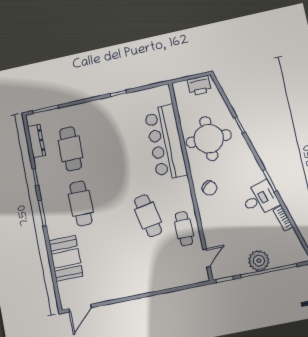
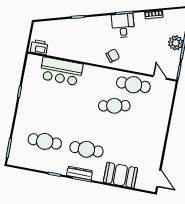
printer: (199, 86) -> (39, 47), moved, turned -90
round table: (209, 139) -> (78, 42), removed
dresser: (37, 141) -> (80, 173), moved
bar counter: (166, 142) -> (61, 71), width x0.73
desk: (260, 199) -> (123, 25), moved
cafe table: (184, 229) -> (133, 85), width x1.37, depth x1.35

